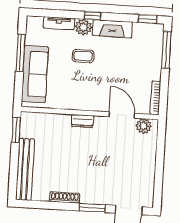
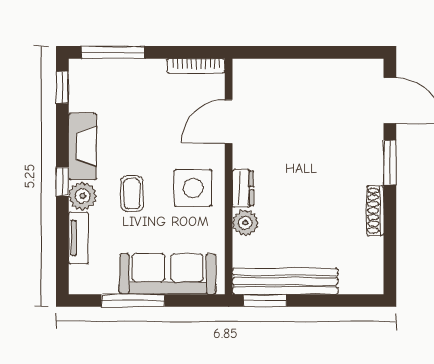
side table: (84, 92) -> (193, 188), added
plant: (144, 126) -> (245, 223), moved
bench: (25, 169) -> (285, 281), moved

